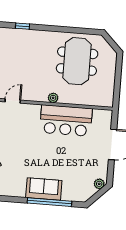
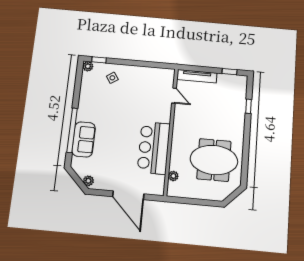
plant: (53, 98) -> (173, 176), moved
sofa: (44, 189) -> (84, 139), moved

